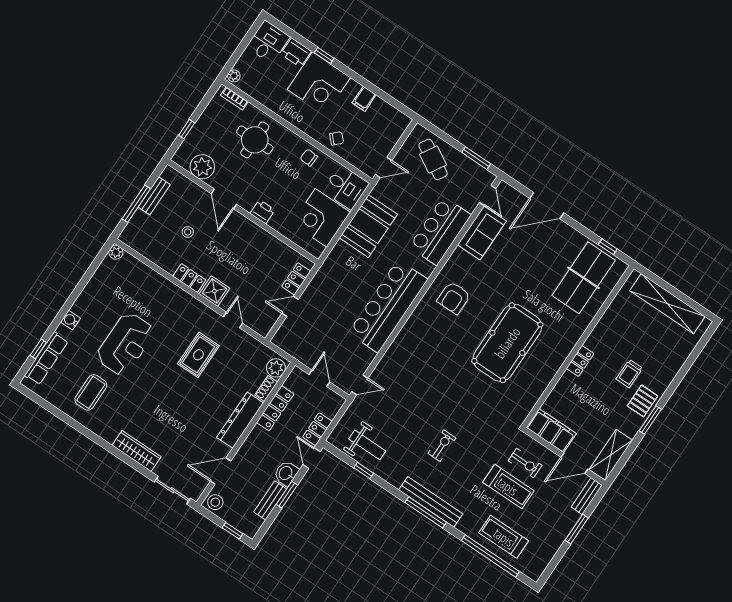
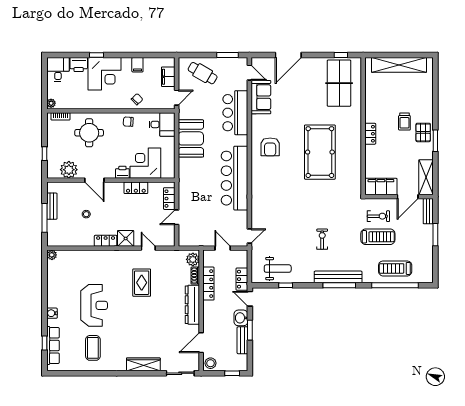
filing cabinet: (390, 137) -> (168, 77), added
corner desk: (321, 218) -> (145, 163), moved, turned 90
locker: (266, 240) -> (136, 188), added

